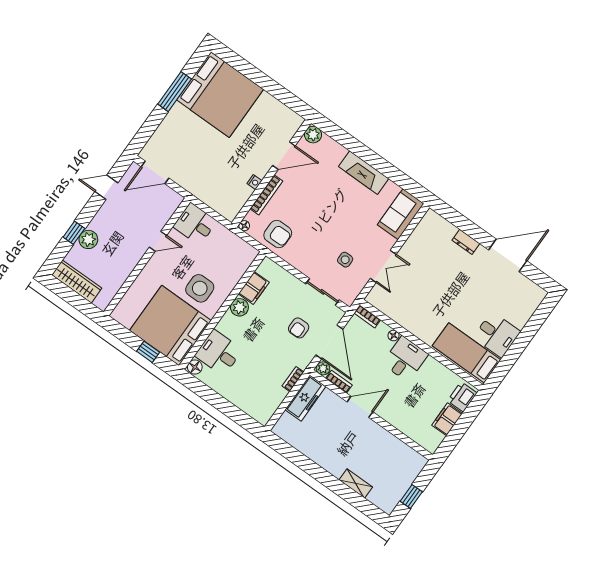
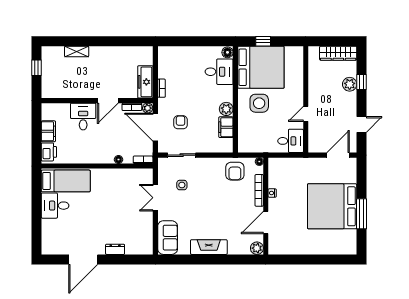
bed: (220, 95) -> (332, 206), moved
armchair: (278, 234) -> (235, 171), turned -90
desk: (405, 359) -> (83, 117), moved, turned 180

